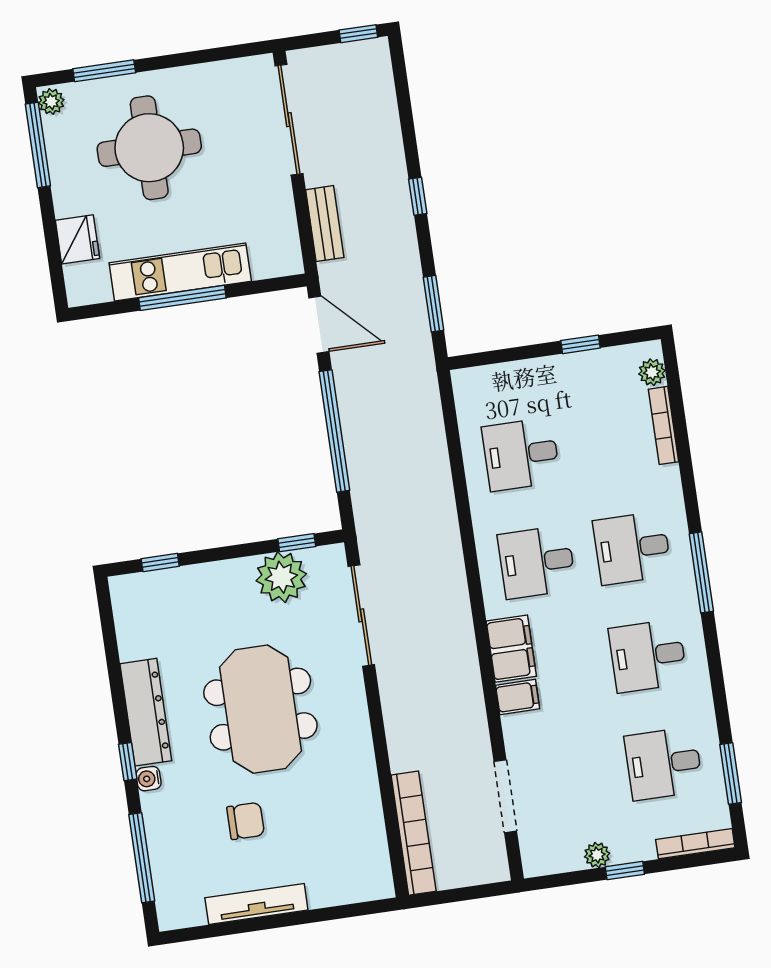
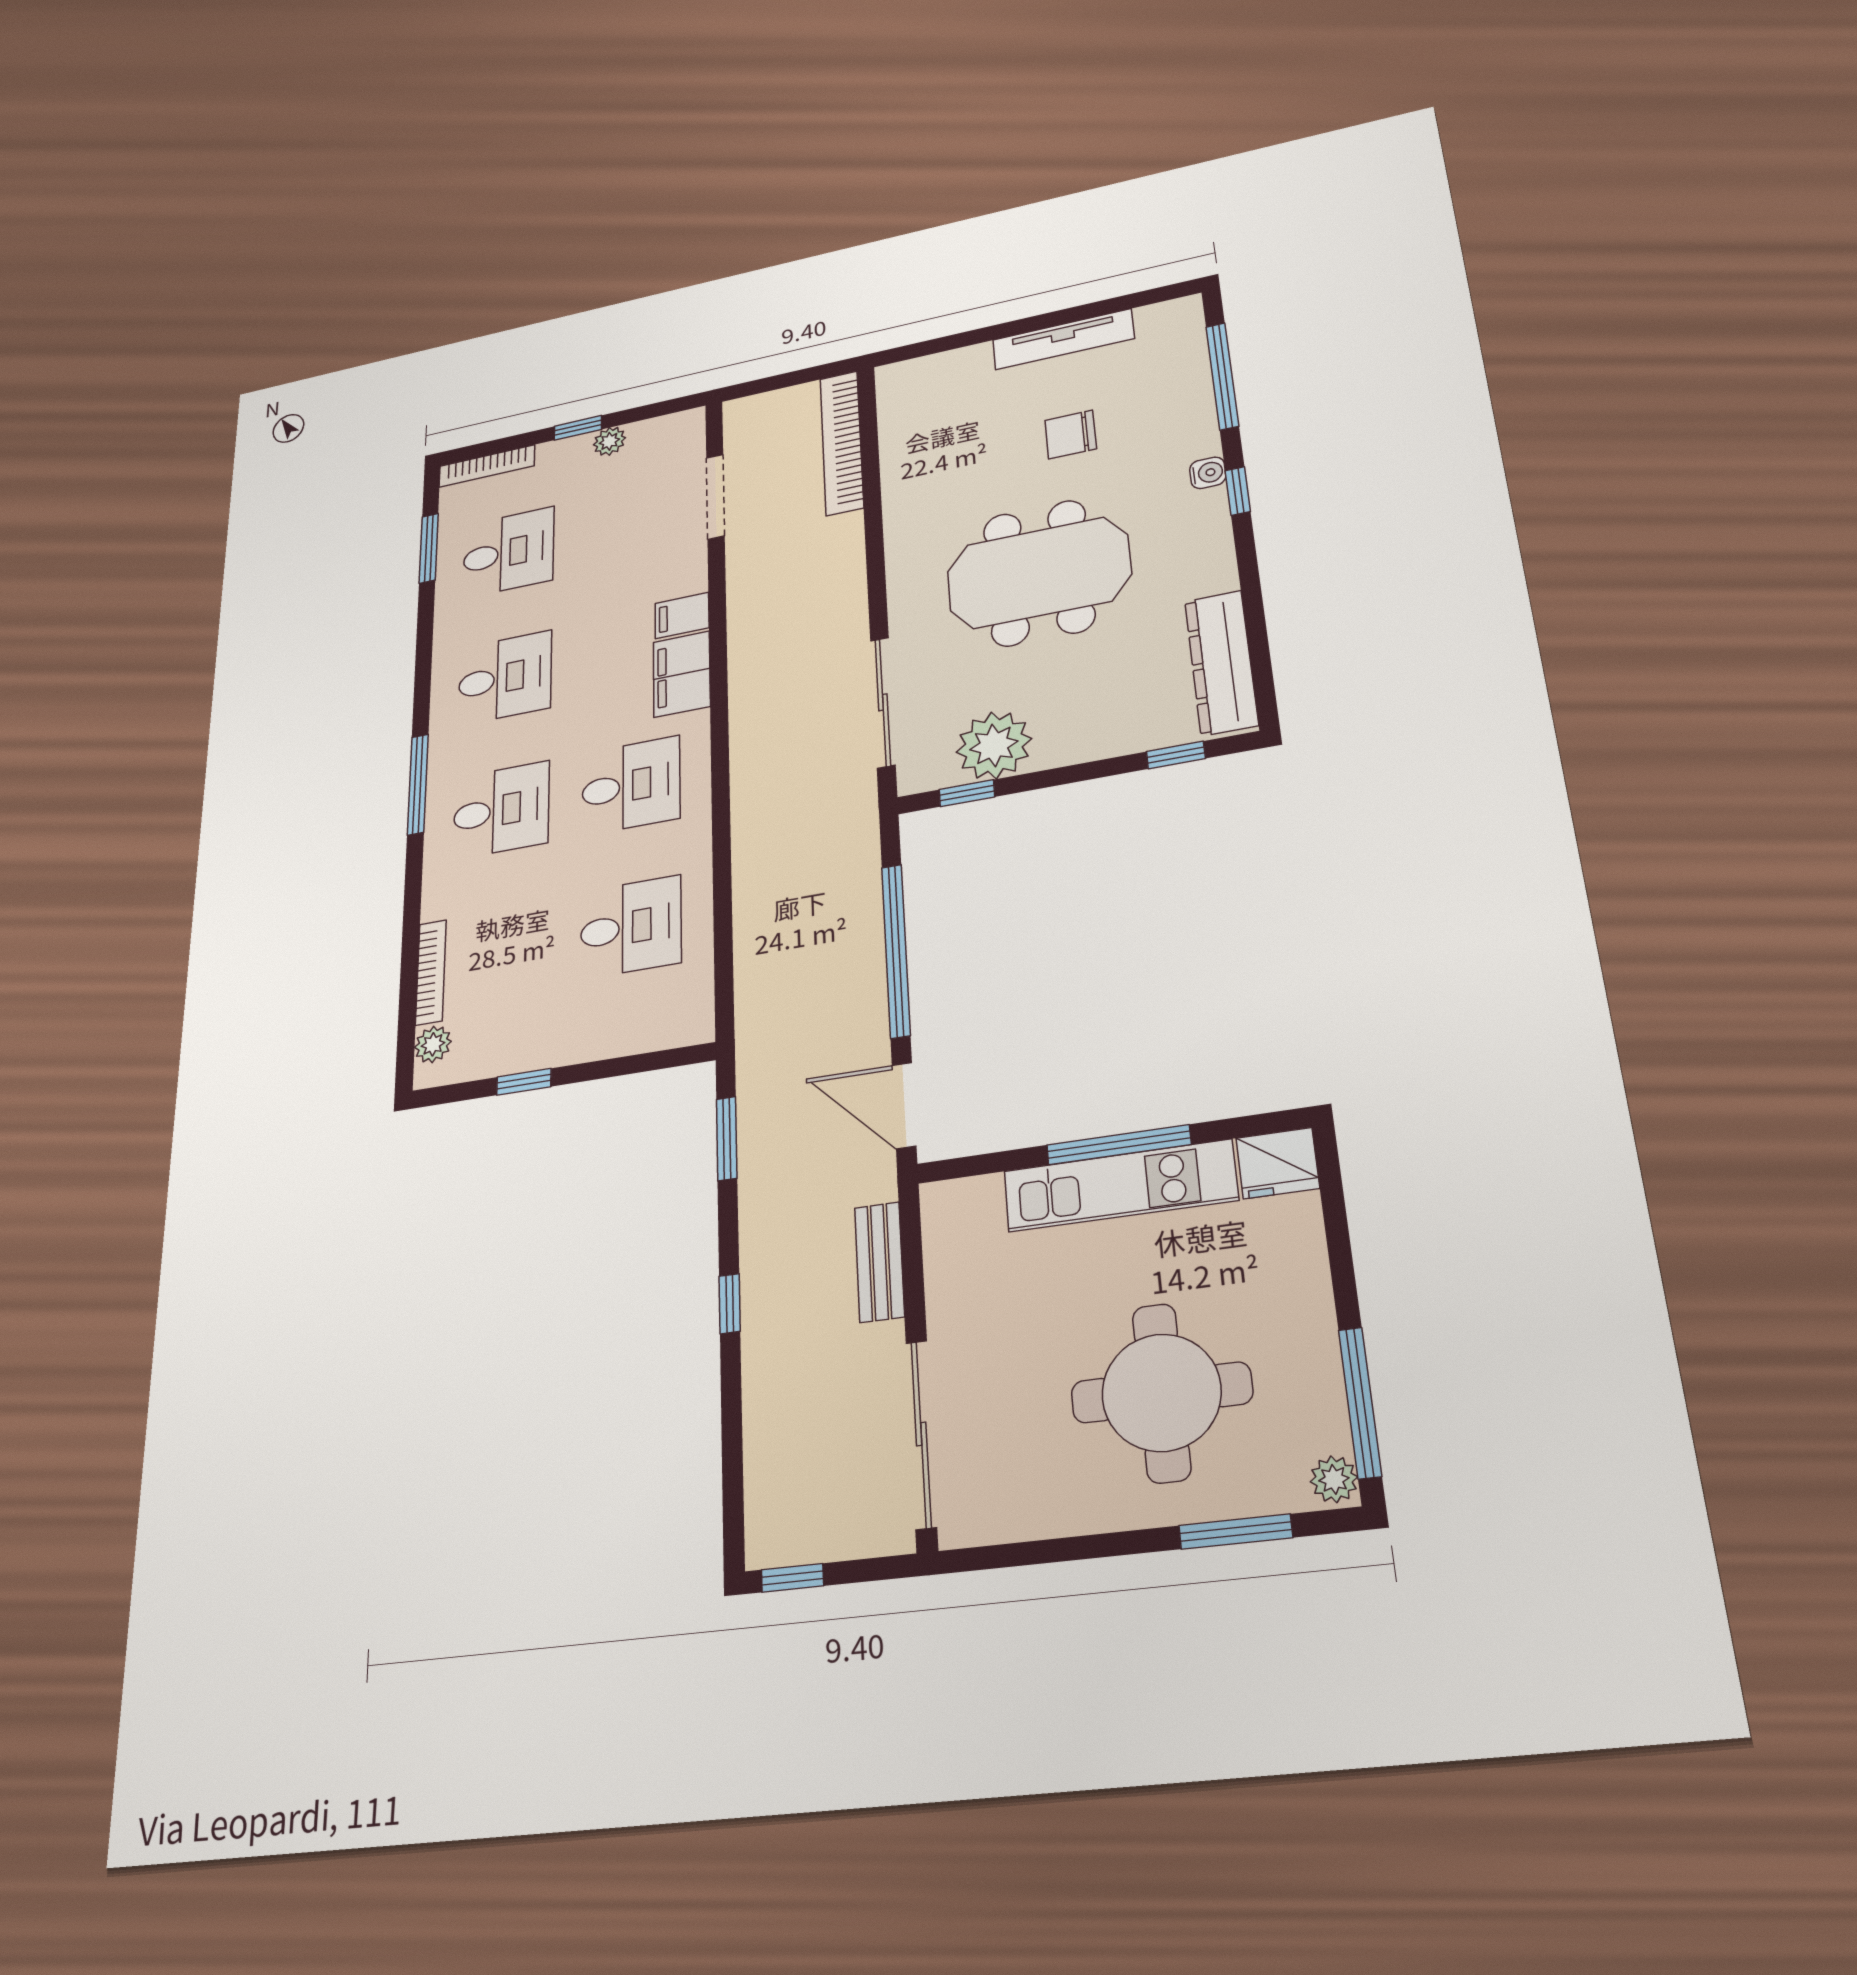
fridge: (77, 239) -> (1278, 1163), moved, turned -90
meeting table: (260, 709) -> (1039, 573), turned 90
dresser: (146, 712) -> (1221, 663), moved

